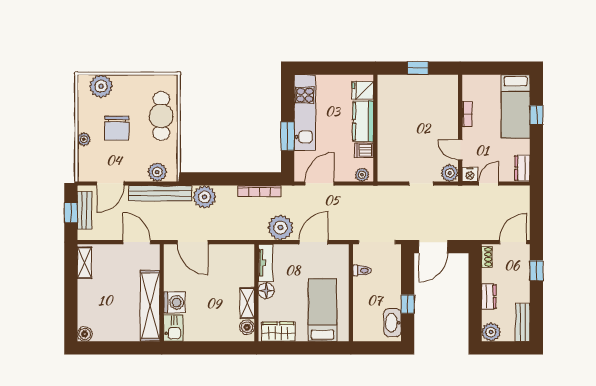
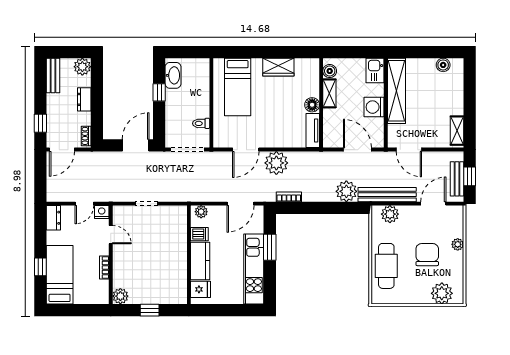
plant: (450, 173) -> (120, 296), moved
bookcase: (259, 191) -> (289, 197), width x0.64
tv unit: (265, 263) -> (313, 130), moved
floor lamp: (266, 291) -> (312, 105), moved
wall: (256, 293) -> (321, 103), moved
washing machine: (174, 302) -> (374, 107), moved
shelving: (247, 303) -> (329, 93), moved
boiler: (247, 327) -> (330, 71), moved
boiler: (85, 334) -> (443, 65), moved

